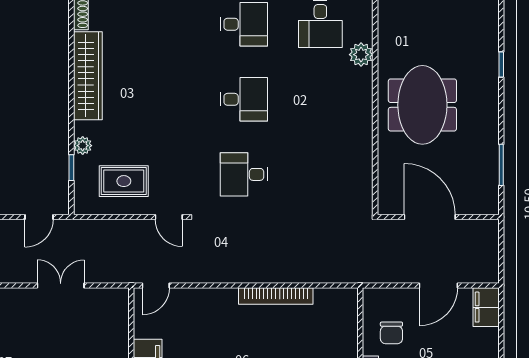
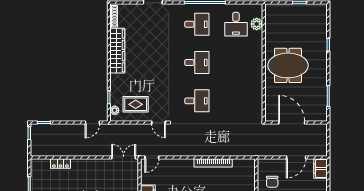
plant: (361, 55) -> (257, 24), moved
meeting table: (422, 105) -> (288, 65), turned 90
plant: (83, 146) -> (115, 110), moved
desk: (244, 174) -> (197, 101), turned 180
double door: (61, 285) -> (124, 157), moved

